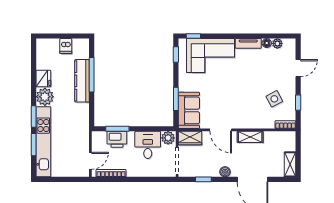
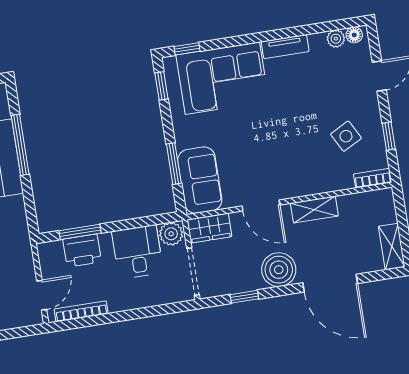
floor lamp: (267, 43) -> (354, 35), moved
boiler: (225, 172) -> (279, 270), width x1.86, depth x1.86

